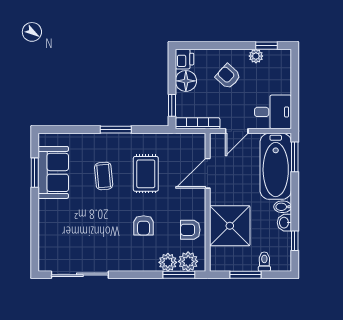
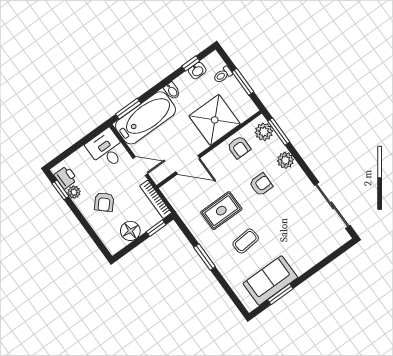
printer: (184, 59) -> (66, 177), moved, turned 90
washbasin: (284, 223) -> (197, 71), moved
plant: (168, 262) -> (285, 160), moved

